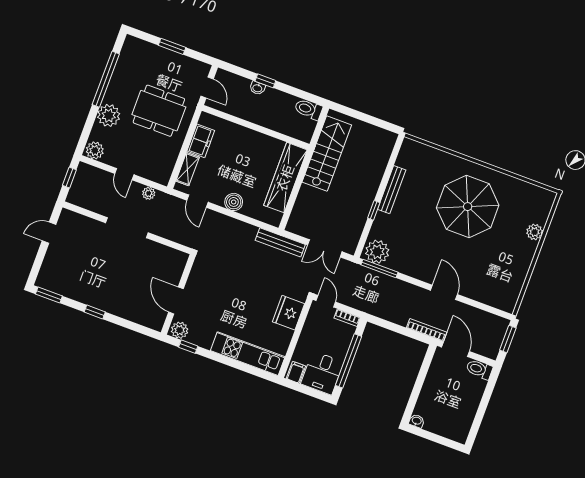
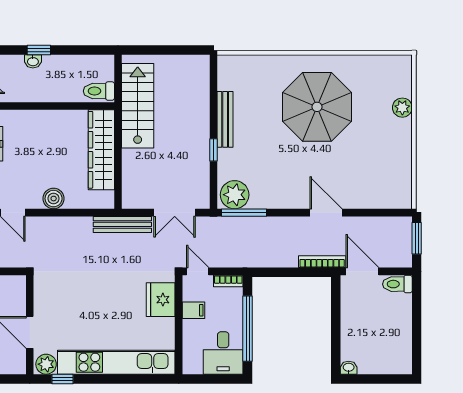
toilet: (308, 109) -> (99, 91), moved
kitchen unit: (248, 354) -> (116, 362), width x1.36
filing cabinet: (296, 372) -> (193, 310), moved, turned 90

